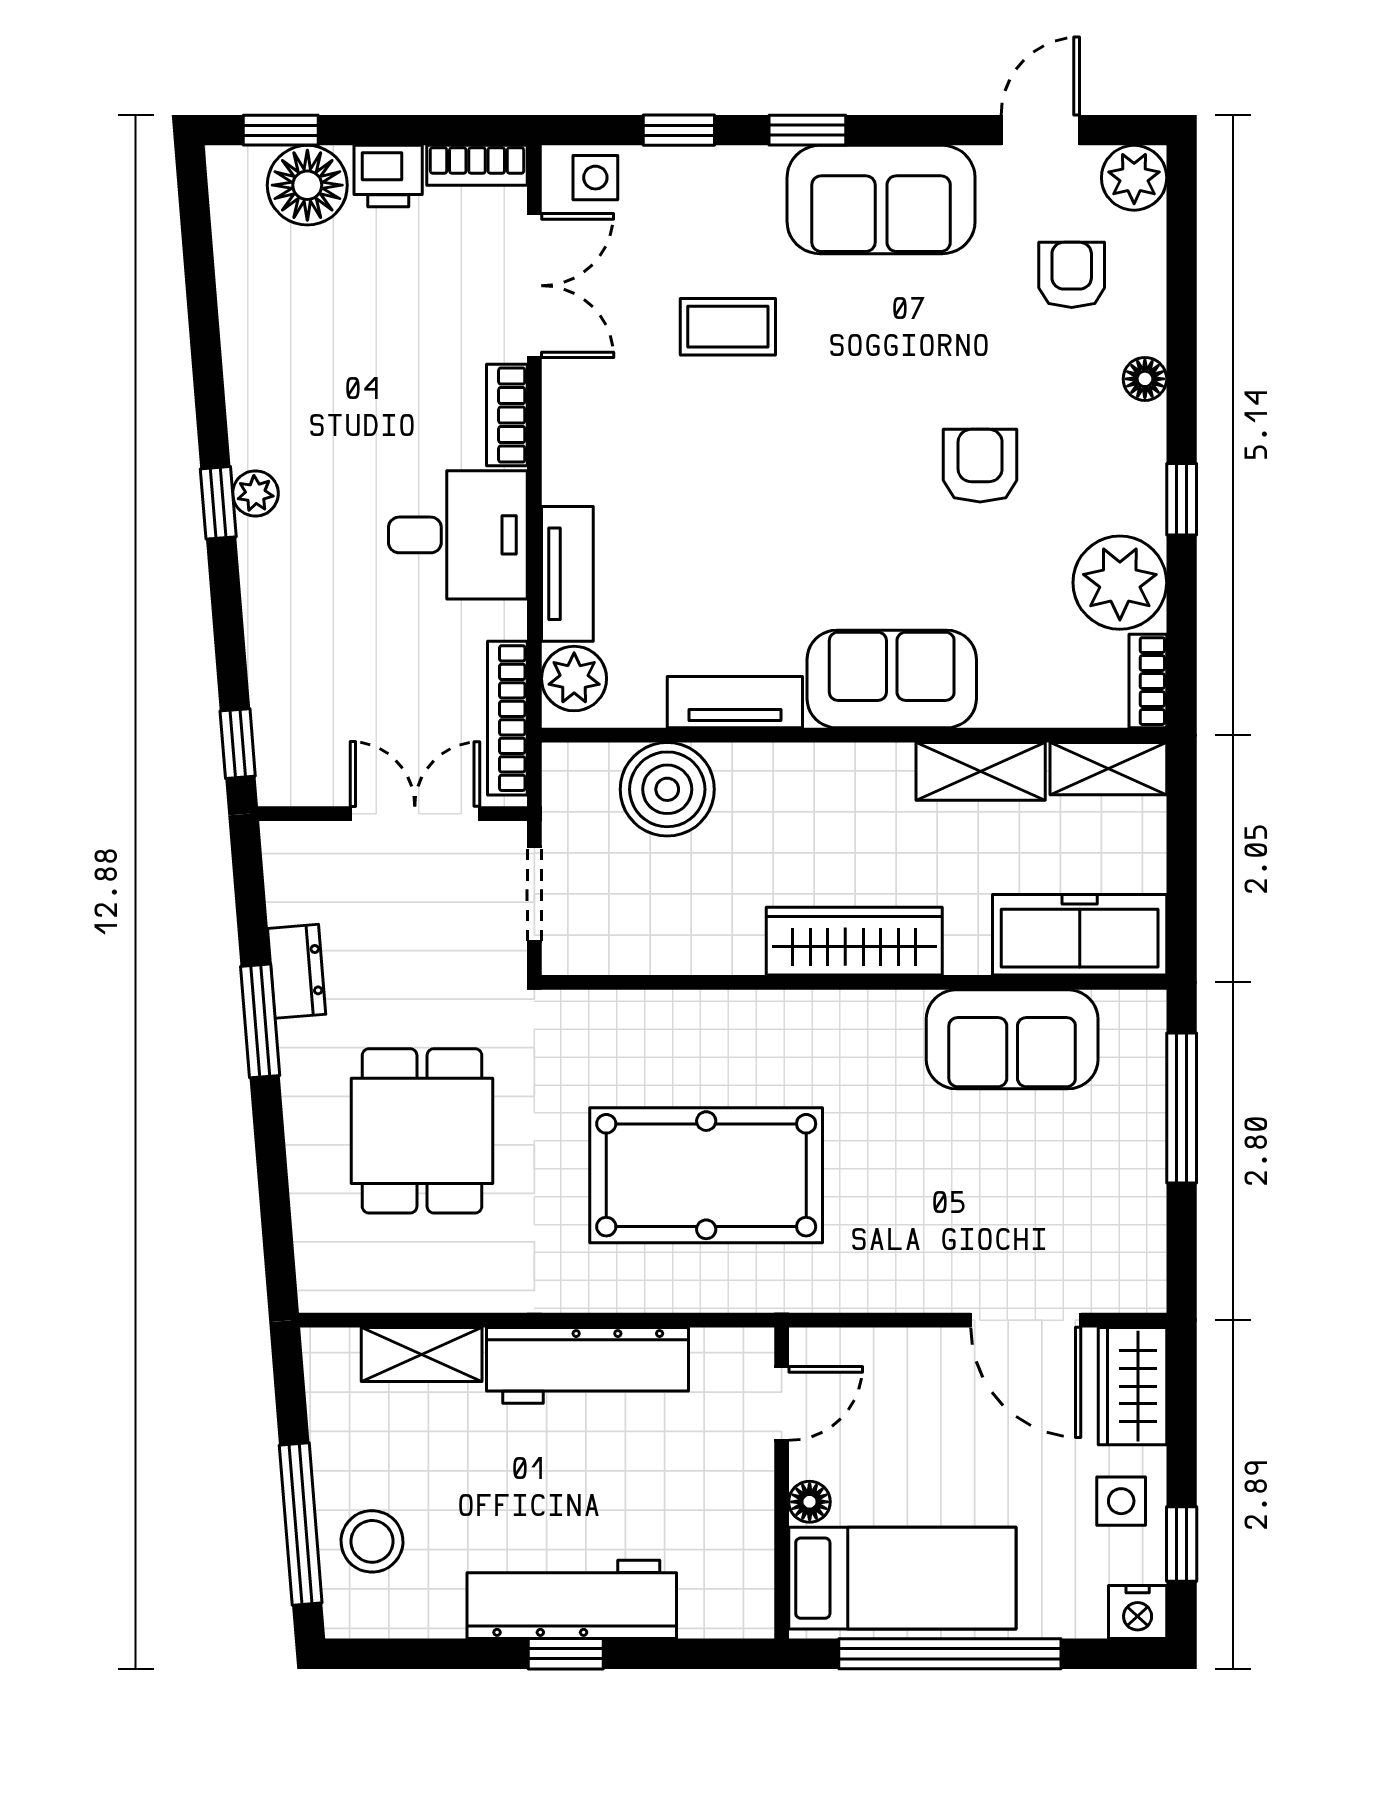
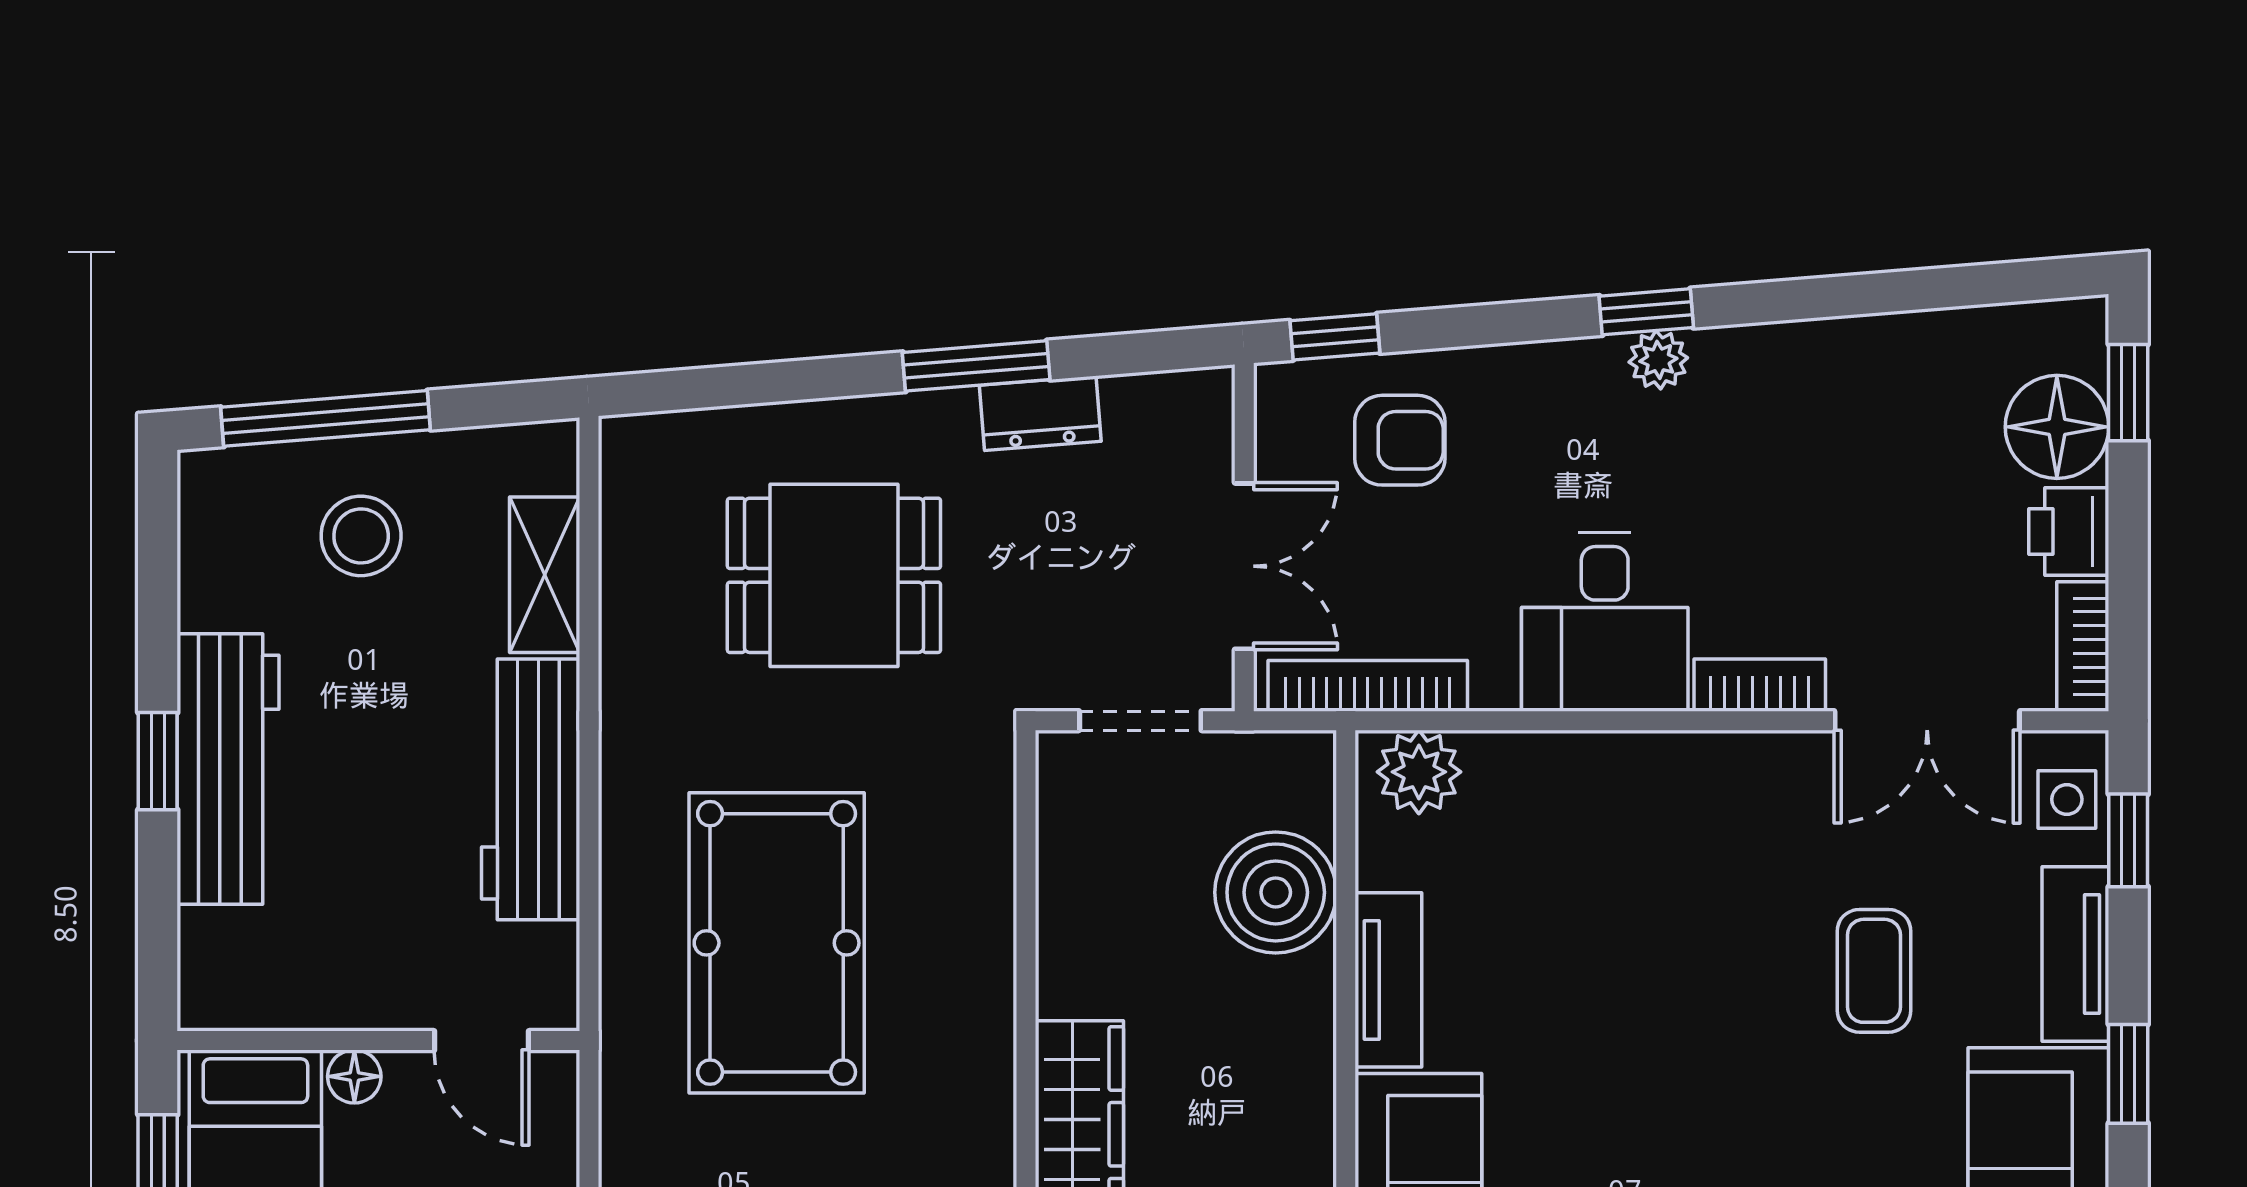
window: (679, 130) -> (2128, 840), moved
tv unit: (567, 574) -> (2075, 954), moved, turned 90
armchair: (318, 693) -> (1400, 440), added
stool: (372, 1541) -> (361, 536), moved

